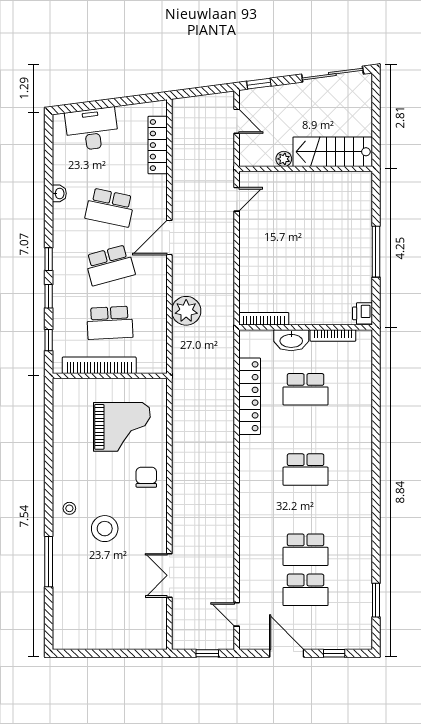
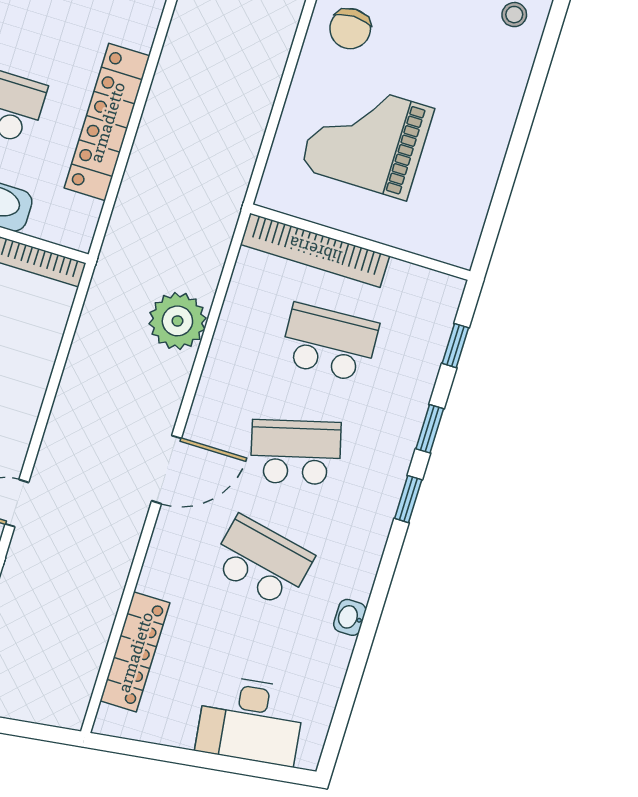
bookcase: (99, 365) -> (315, 250), moved

